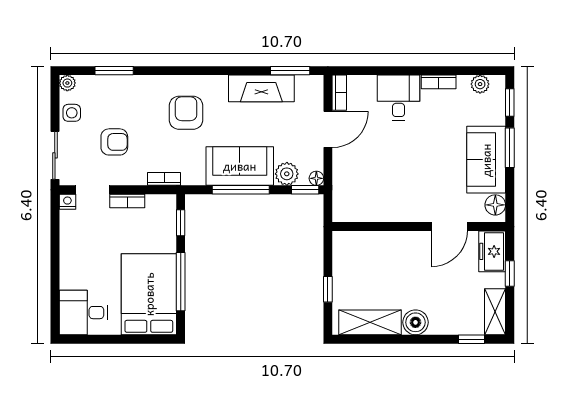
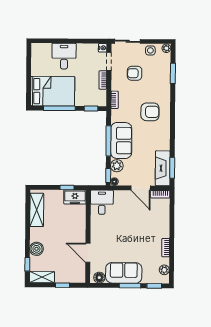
fireplace: (261, 88) -> (163, 168), moved
desk: (399, 98) -> (102, 202), moved, turned -90
armchair: (114, 142) -> (135, 73), turned 90
freezer: (492, 251) -> (75, 197), moved, turned 180
window: (328, 289) -> (67, 187), moved
desk: (83, 313) -> (64, 56), moved
boiler: (415, 322) -> (36, 249), moved

